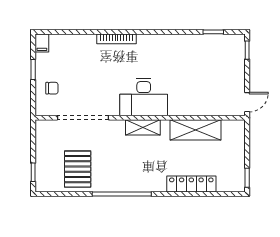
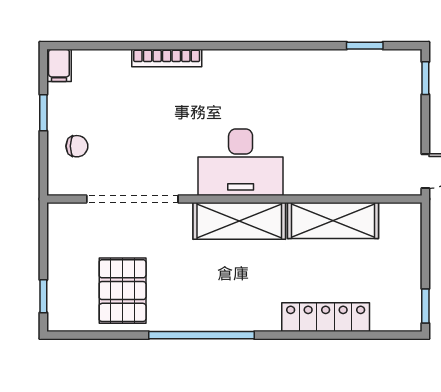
bookcase: (117, 39) -> (167, 58), moved
shelving: (143, 127) -> (239, 221), width x1.50, depth x1.33

